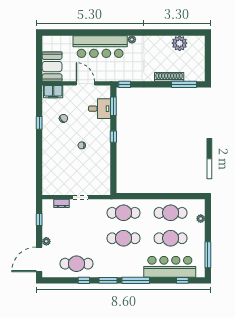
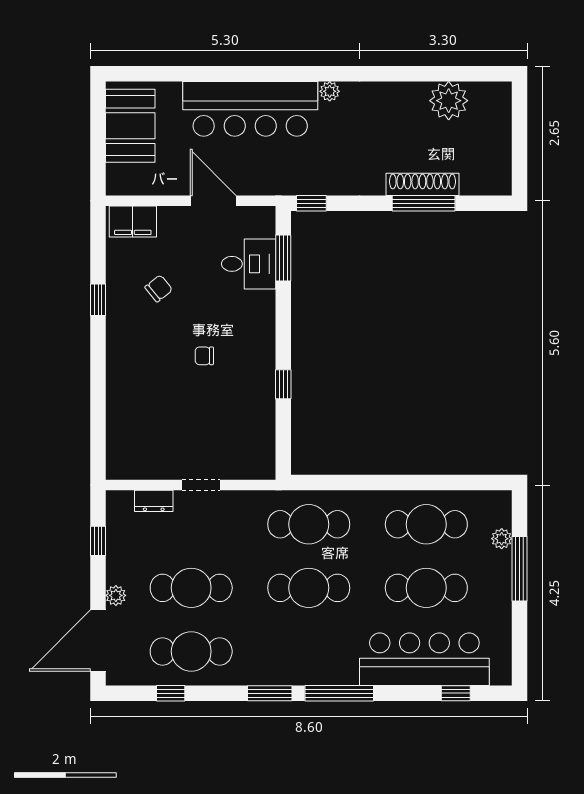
booth: (52, 67) -> (130, 126), moved
window: (184, 84) -> (424, 203), moved
window: (113, 137) -> (283, 384), moved
cafe table: (76, 238) -> (191, 588), added
window: (208, 255) -> (519, 569), moved
window: (84, 280) -> (171, 693), moved

